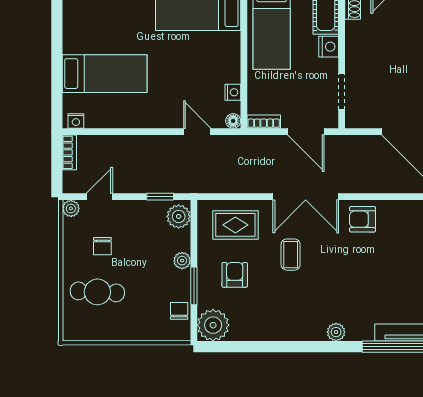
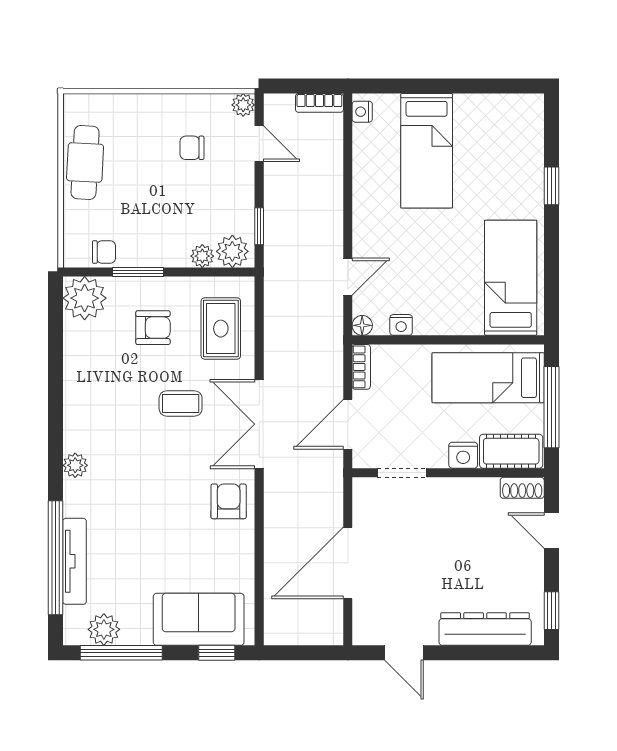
plant: (182, 261) -> (202, 256), moved
cafe table: (97, 292) -> (85, 162), moved

